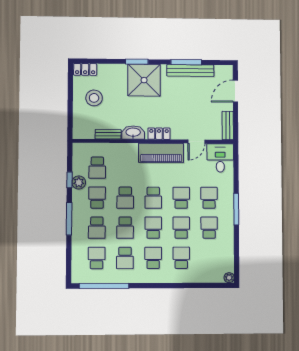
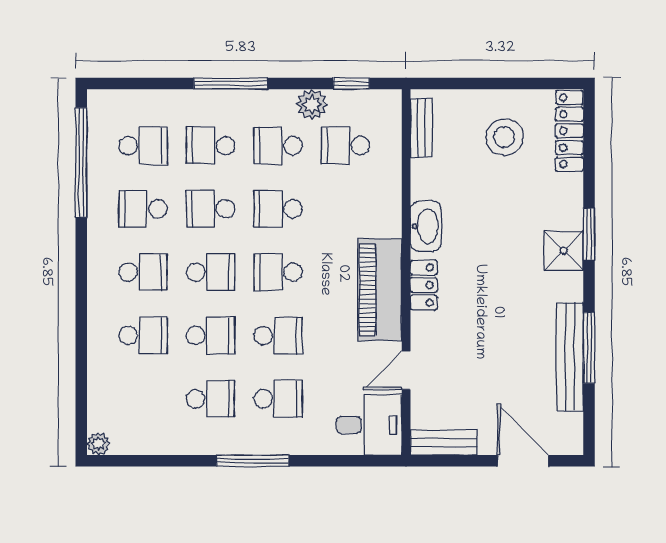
locker: (85, 69) -> (570, 131), width x1.53
shower: (144, 80) -> (564, 251), width x0.54, depth x0.54
bench: (108, 134) -> (421, 128), moved
door: (196, 142) -> (406, 370), hinge flipped
window: (69, 180) -> (351, 83), moved
school desk: (97, 198) -> (278, 146), turned 180

